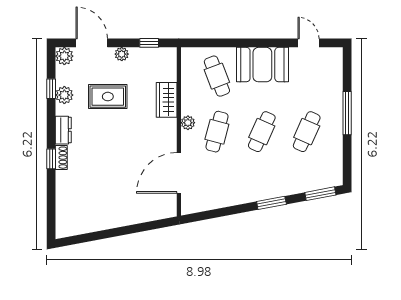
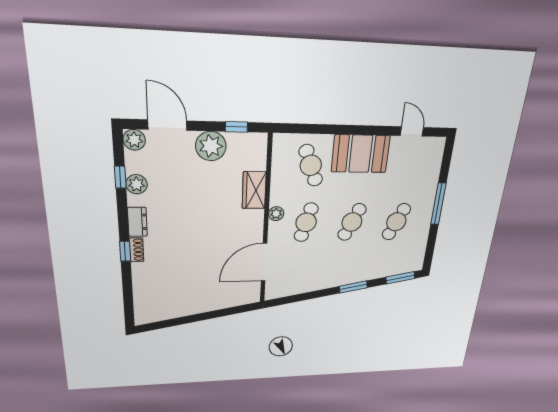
plant: (122, 54) -> (211, 146), width x1.88, depth x1.88
rug: (108, 97) -> (188, 186), removed

